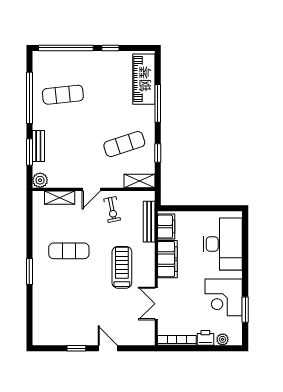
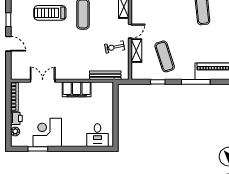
shelving: (139, 181) -> (136, 51), moved
door: (91, 189) -> (130, 31), swing flipped
filing cabinet: (166, 227) -> (102, 88), removed
desk: (223, 244) -> (97, 135), width x0.53, depth x0.77
treadmill: (122, 267) -> (50, 13), moved, turned 180
door: (108, 348) -> (8, 44), hinge flipped

